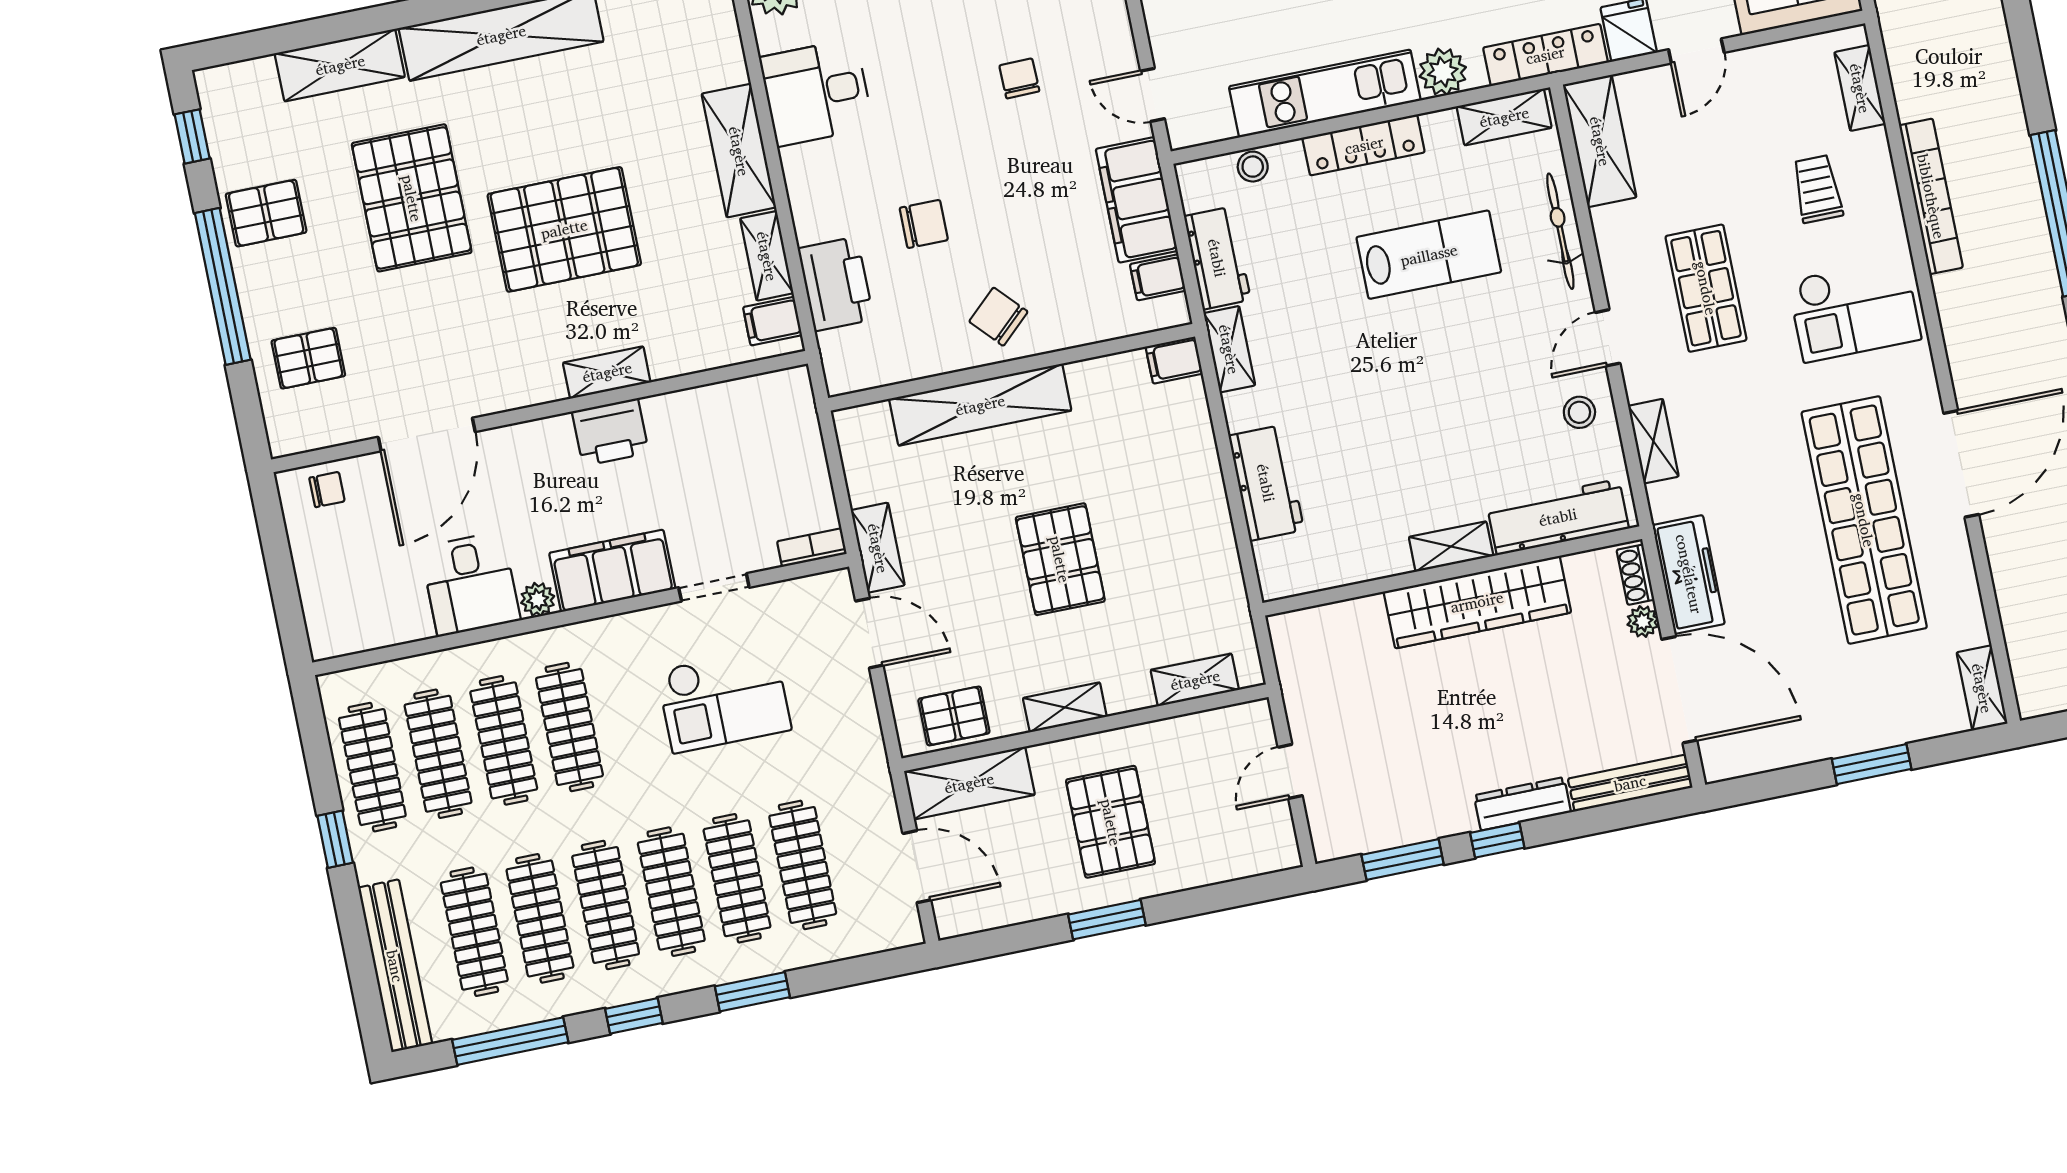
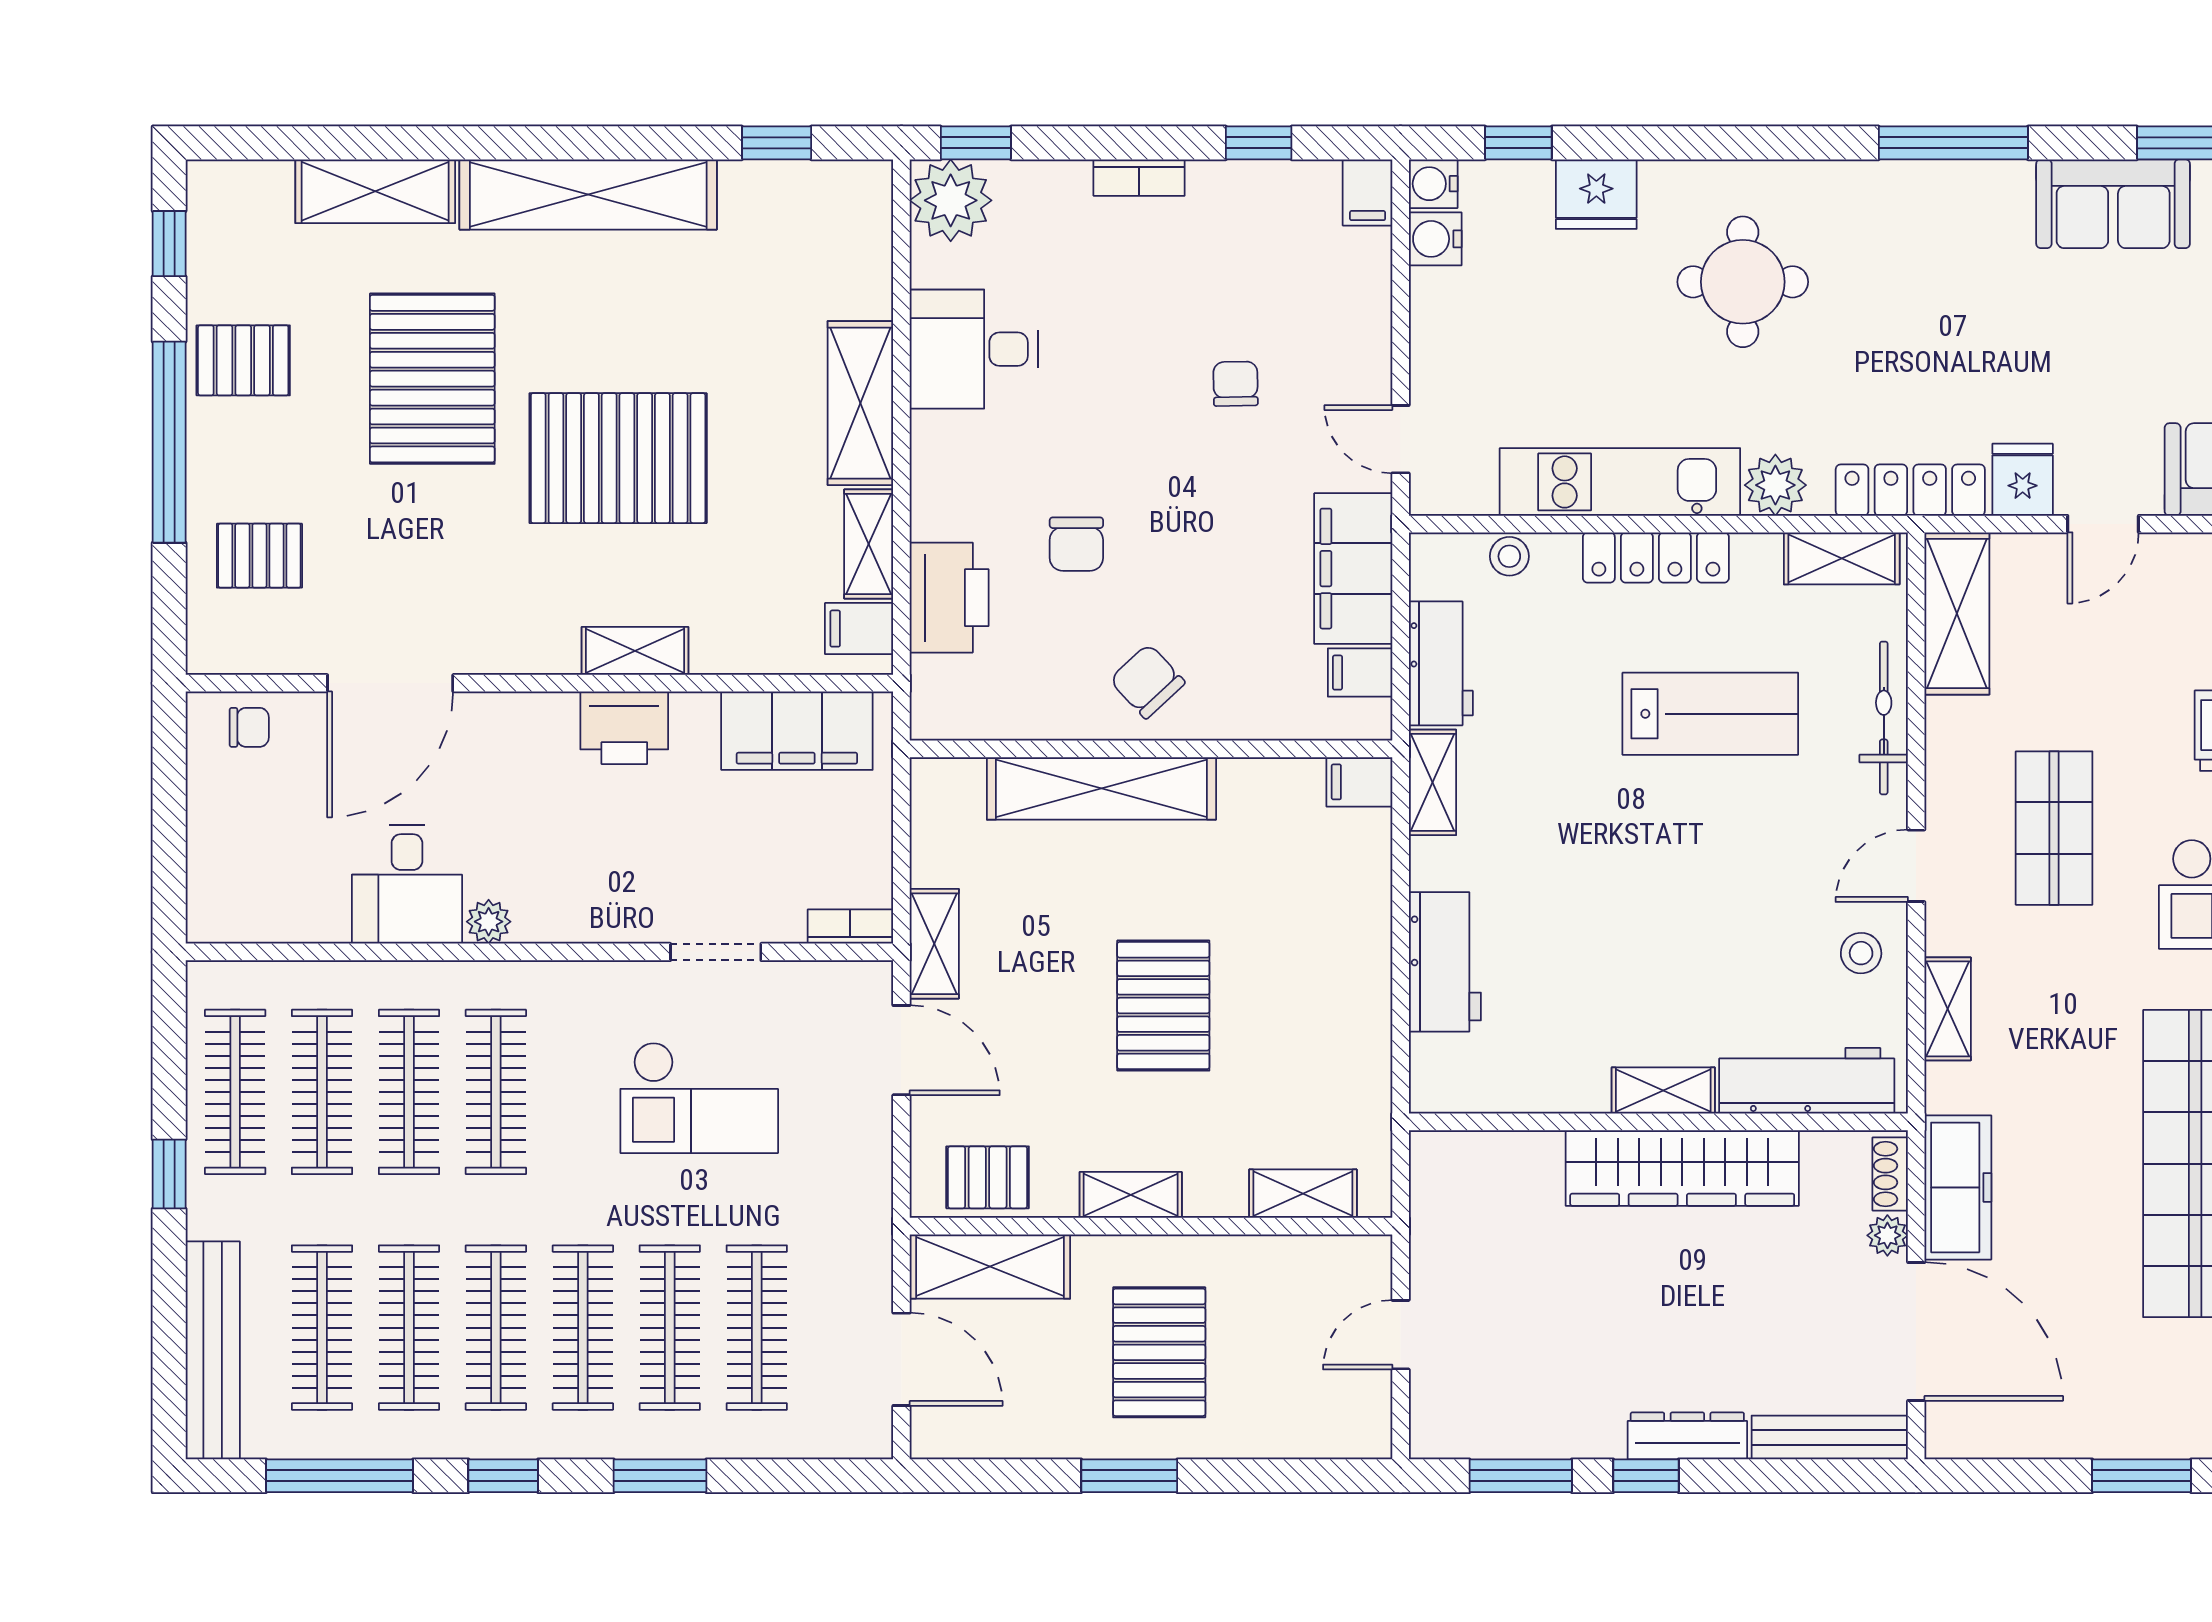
chair: (924, 224) -> (1076, 544), turned 90
filing cabinet: (612, 571) -> (797, 731), moved, turned 180

